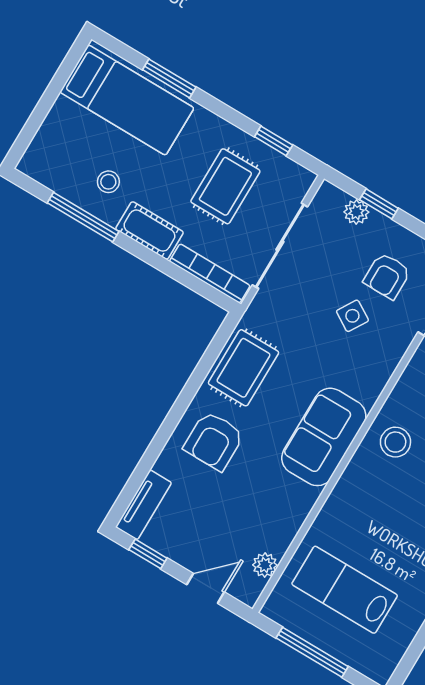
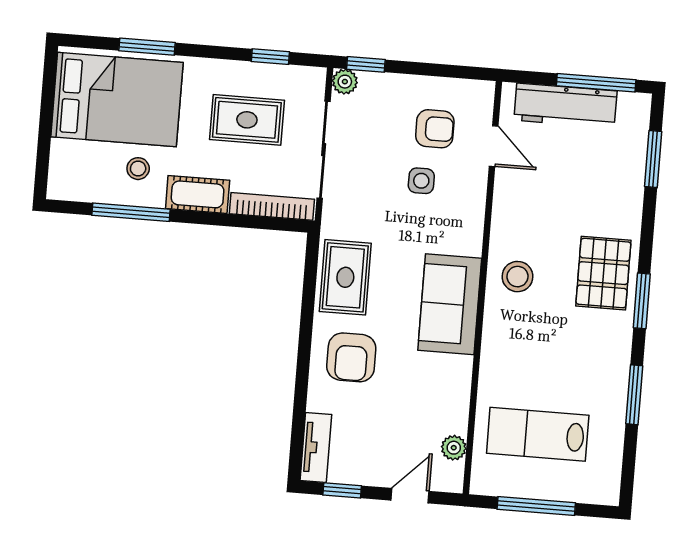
bed: (127, 100) -> (117, 100), width x1.50
rug: (225, 186) -> (247, 120), turned 90
window: (379, 204) -> (366, 64), moved
plant: (356, 212) -> (345, 82), moved
armchair: (387, 276) -> (435, 129), turned -90
side table: (352, 316) -> (421, 181), turned -31

